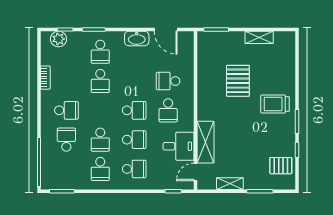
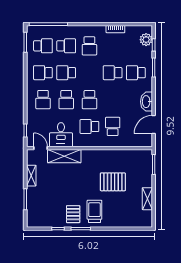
pallet: (281, 166) -> (73, 214), moved
school desk: (66, 169) -> (43, 46), added

